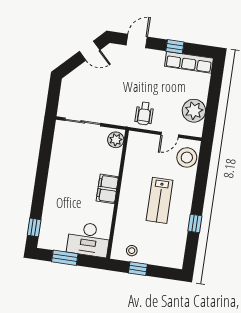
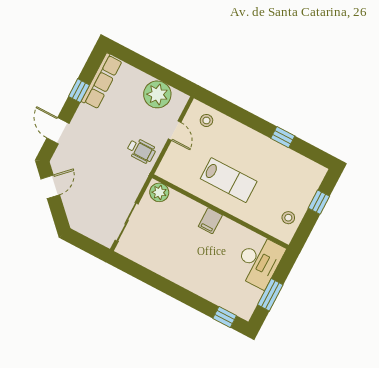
stool: (187, 157) -> (206, 120), width x0.53, depth x0.53
filing cabinet: (107, 189) -> (210, 221), width x0.50
lab bench: (160, 200) -> (229, 180), moved
window: (138, 269) -> (319, 202), moved

